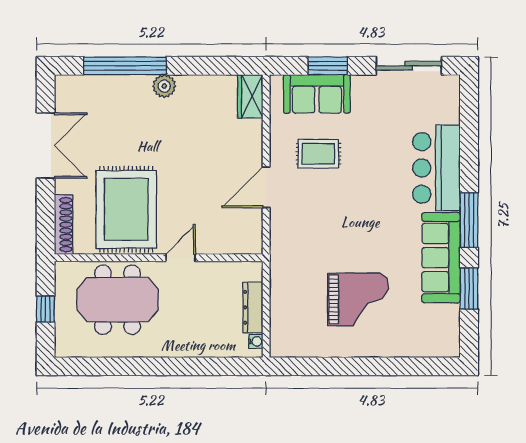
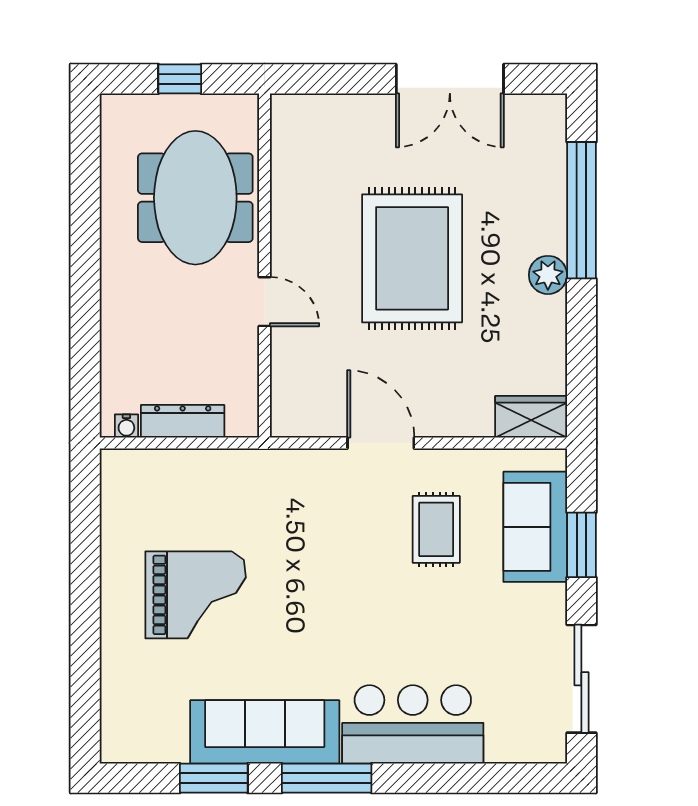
rug: (126, 209) -> (412, 258), moved, turned 90
shoe rack: (64, 225) -> (319, 109), removed
grand piano: (358, 299) -> (196, 595), turned -90

